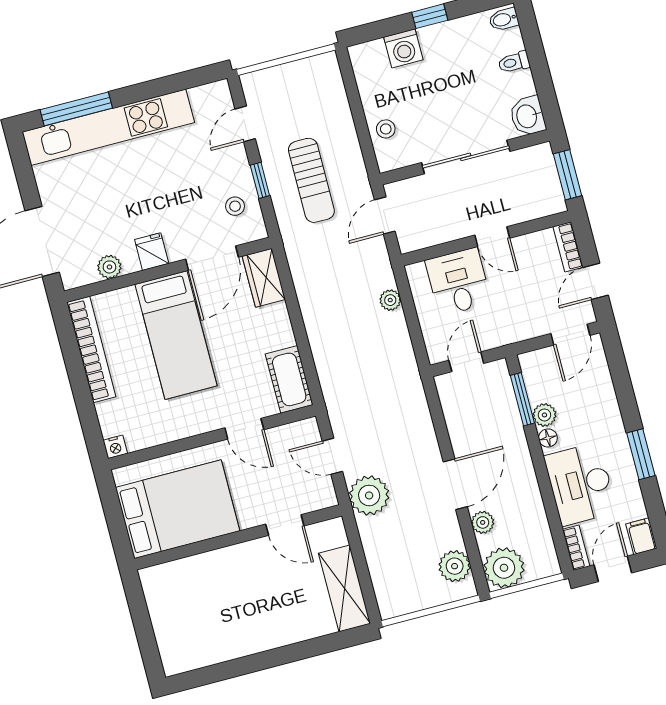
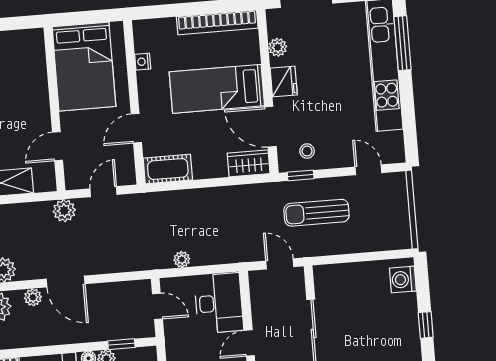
washing machine: (403, 48) -> (403, 279), moved
stool: (386, 129) -> (346, 276), removed
window: (260, 180) -> (301, 175), moved
fridge: (152, 252) -> (284, 81), width x1.38
desk: (458, 282) -> (219, 303), width x1.37
plant: (390, 300) -> (182, 259), moved
window: (522, 399) -> (121, 344), width x0.67
nightstand: (115, 447) -> (143, 62), moved
plant: (369, 495) -> (64, 211), width x0.73, depth x0.73

